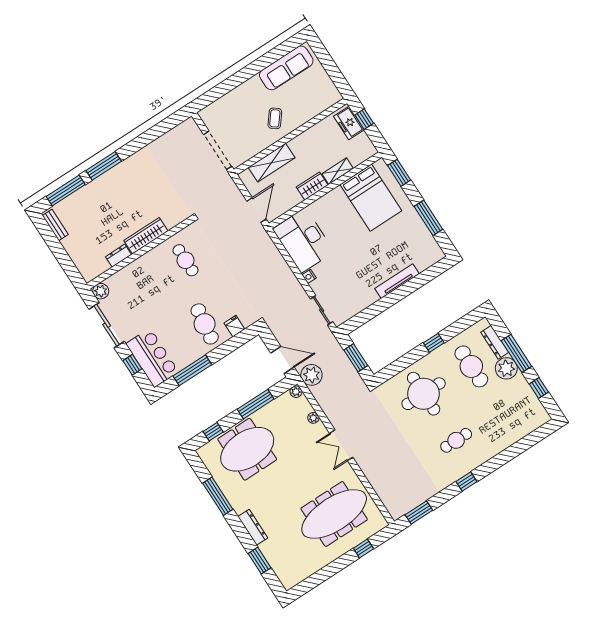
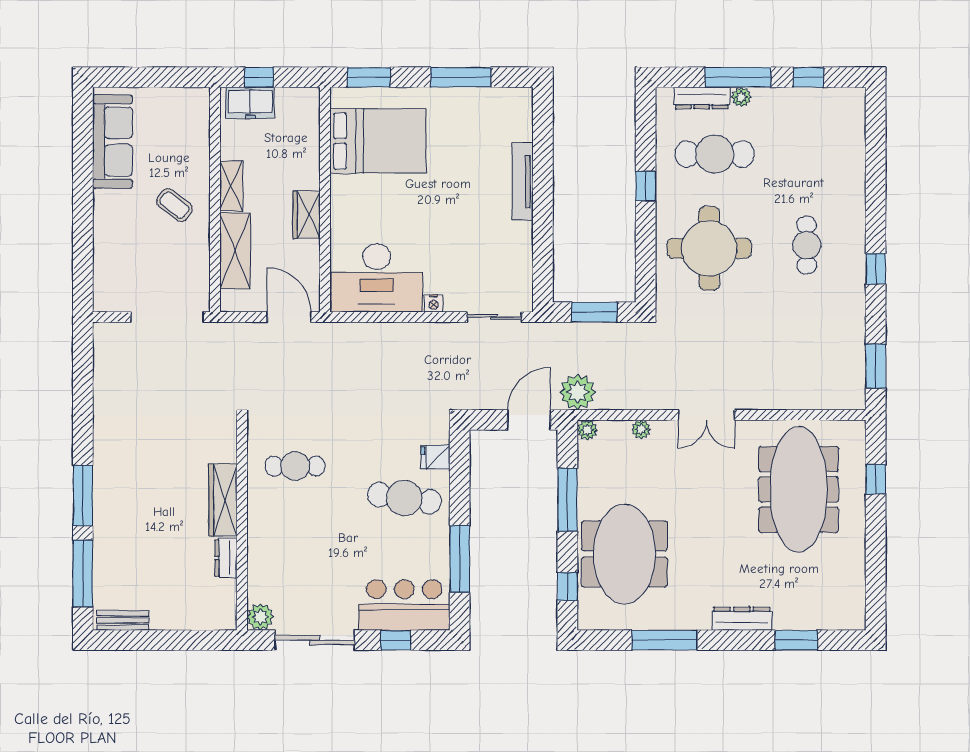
shelving: (338, 171) -> (231, 186), moved
plant: (506, 368) -> (741, 97), width x0.53, depth x0.53

